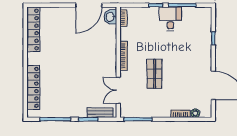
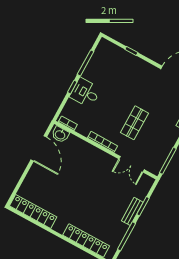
desk: (170, 19) -> (85, 93), moved
shop shelf: (154, 74) -> (135, 123), turned 90
bench: (100, 113) -> (132, 211), moved

